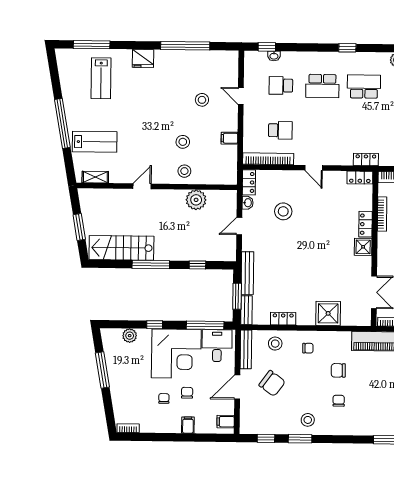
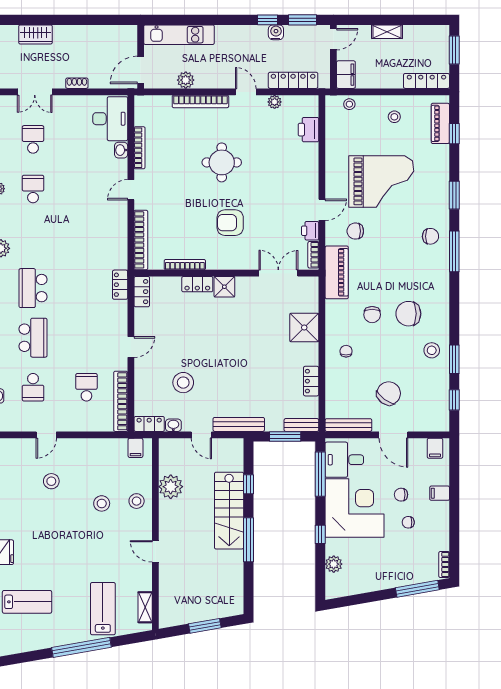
filing cabinet: (229, 138) -> (135, 448), moved
stairs: (121, 248) -> (229, 511), moved
bench: (247, 273) -> (239, 424), moved
stool: (275, 344) -> (341, 390), removed
window: (102, 370) -> (417, 589), moved
chair: (339, 401) -> (408, 314), width x1.87, depth x1.87

